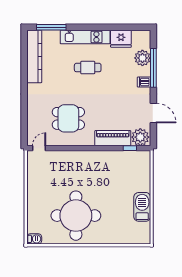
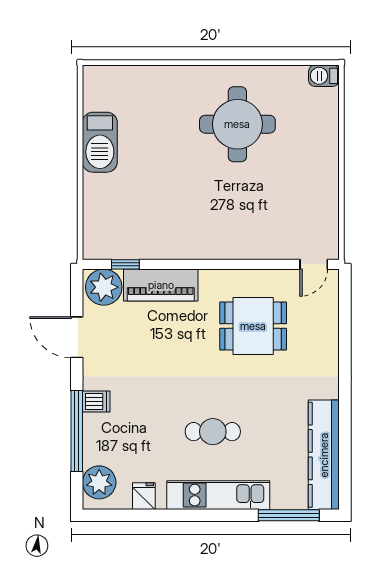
fridge: (121, 39) -> (144, 496), width x0.53, depth x0.75
plant: (142, 58) -> (99, 482), moved
round table: (76, 216) -> (237, 124), width x0.73, depth x0.73

